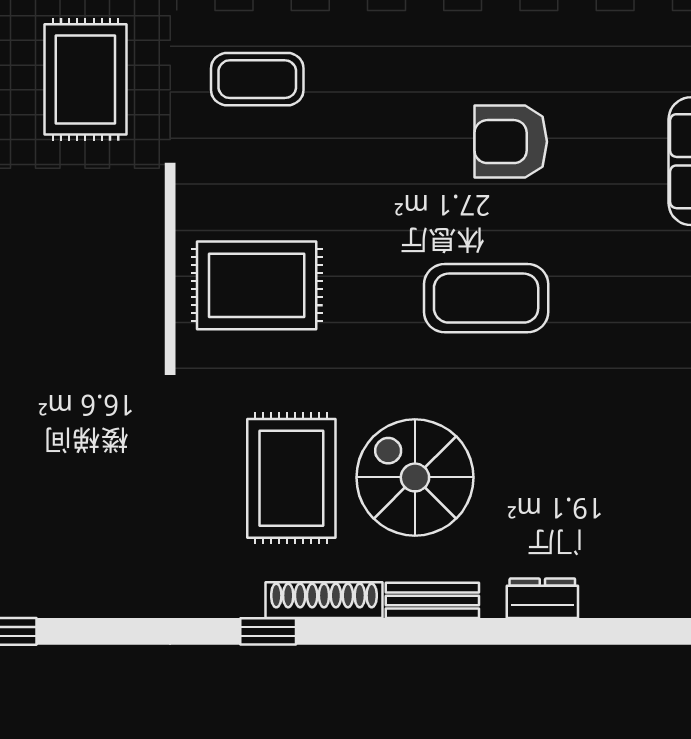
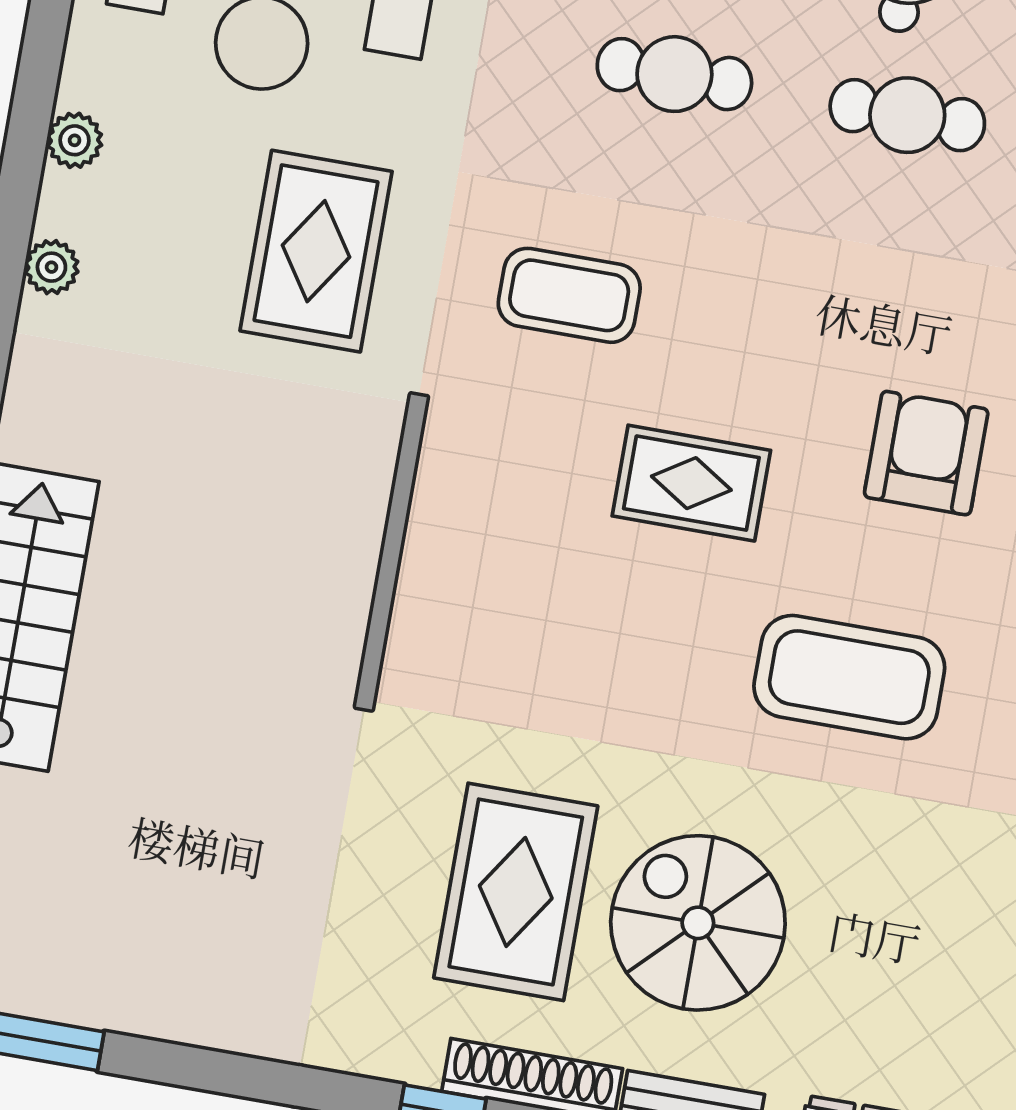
armchair: (511, 142) -> (926, 453), turned 90
rug: (257, 285) -> (691, 483), moved, width x0.73, depth x0.70

